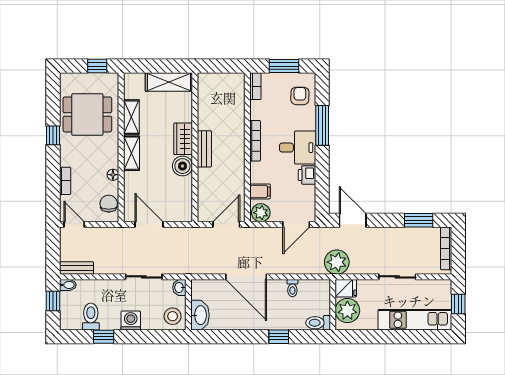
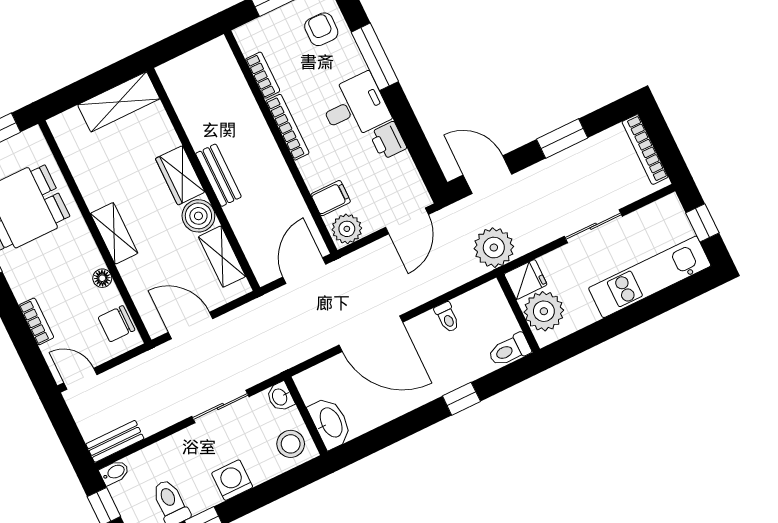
bookcase: (255, 86) -> (263, 75), moved
shelving: (131, 117) -> (222, 257), moved
chair: (109, 204) -> (116, 324), turned -90
window: (419, 220) -> (562, 138), moved

